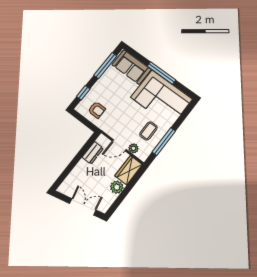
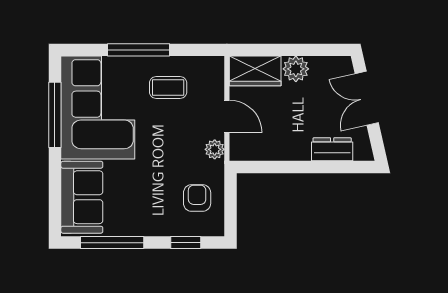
window: (161, 73) -> (55, 115), moved
window: (164, 142) -> (139, 50), moved
plant: (133, 148) -> (215, 149), moved
dresser: (93, 153) -> (332, 149), moved

